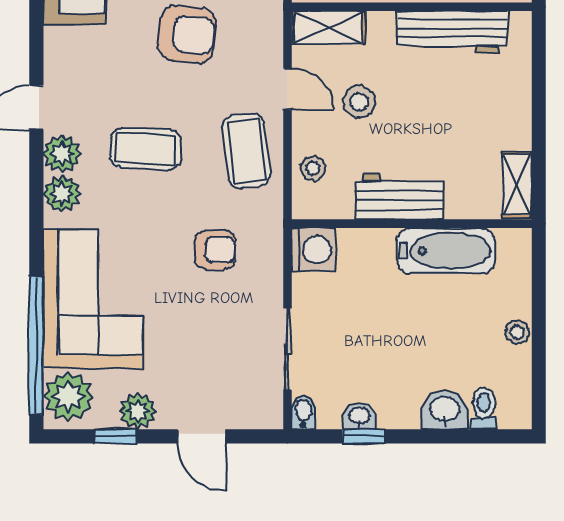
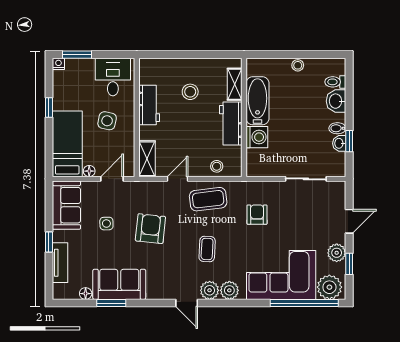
workbench: (452, 32) -> (149, 105), width x0.73
stool: (359, 102) -> (190, 92), moved
coffee table: (146, 149) -> (207, 249), width x0.73, depth x0.77
shelving: (517, 185) -> (235, 84), moved, turned 90
washing machine: (314, 250) -> (257, 137), moved, turned 90
bidet: (303, 412) -> (337, 128), moved

